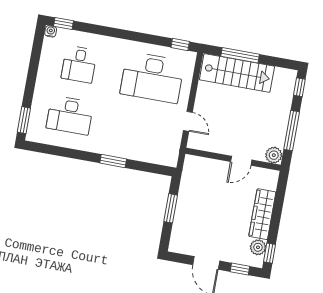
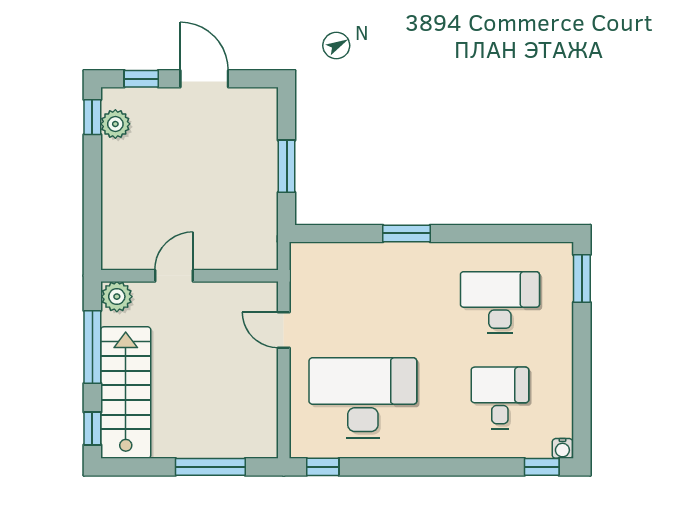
stairs: (237, 73) -> (126, 393), moved, turned 90
wardrobe: (262, 214) -> (118, 186), removed

